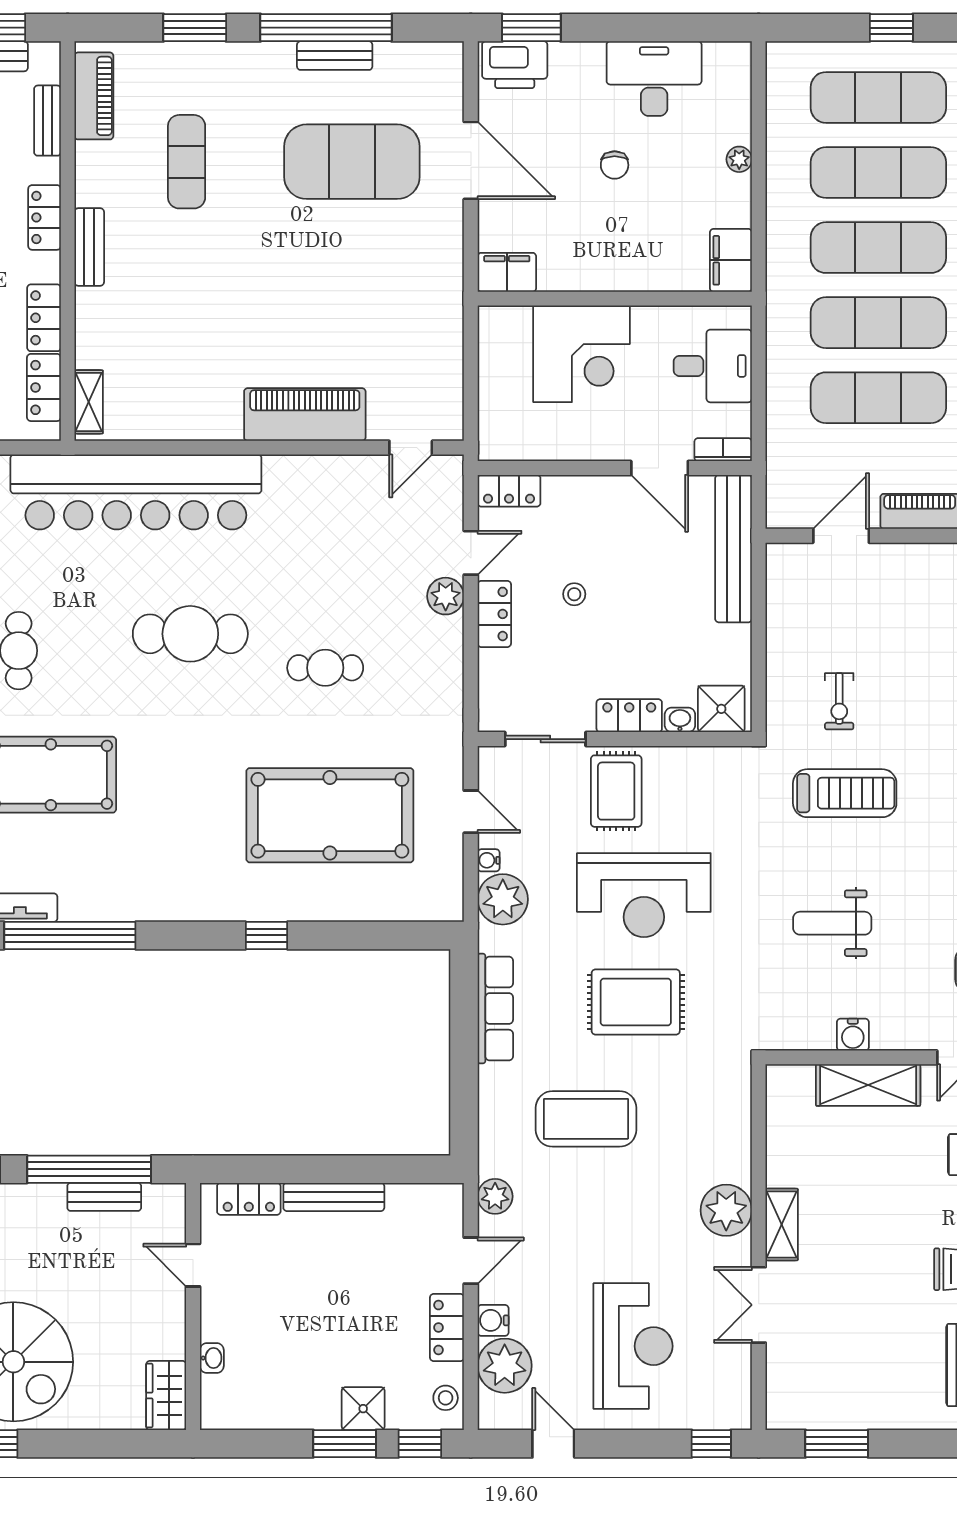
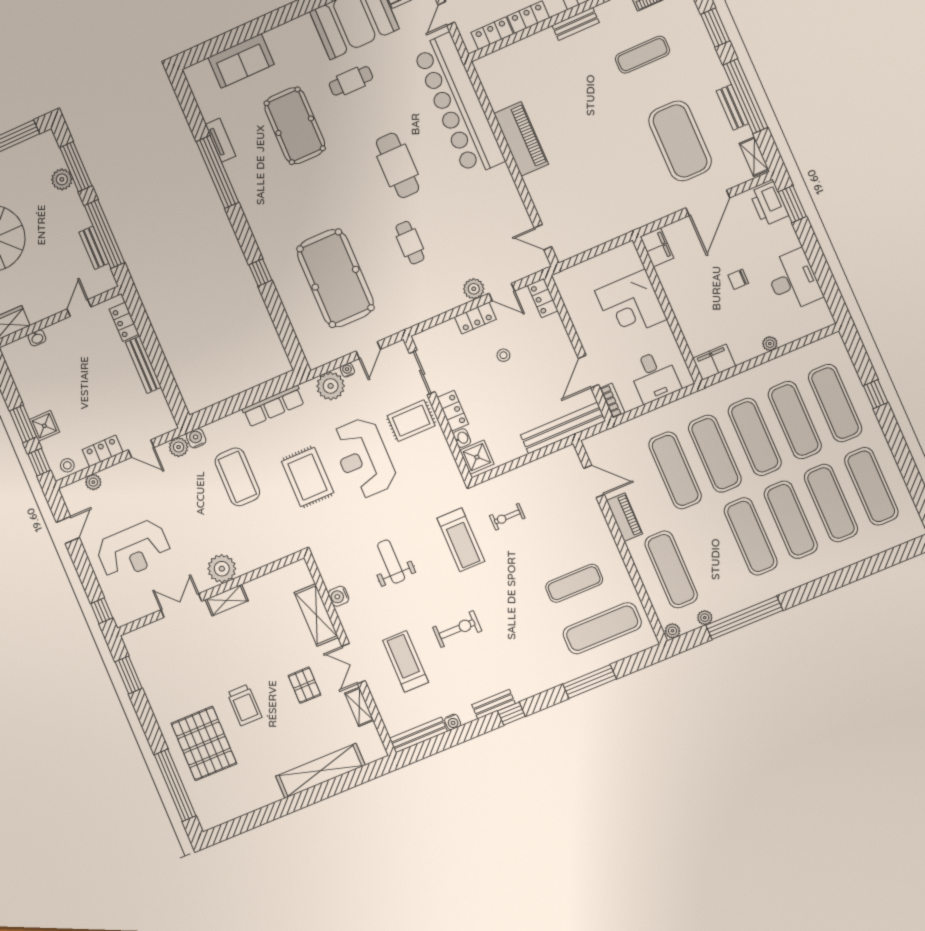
shelving: (89, 402) -> (754, 157), moved, turned 90
piano: (305, 415) -> (521, 139), moved
water cooler: (493, 1320) -> (196, 438), moved
plant: (505, 1366) -> (93, 482), width x0.53, depth x0.53

